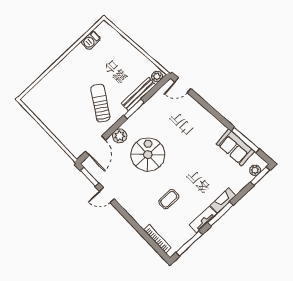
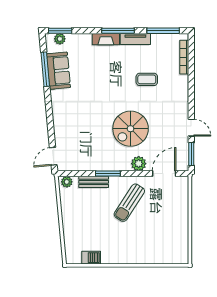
door: (183, 85) -> (53, 156), swing flipped
bench: (139, 94) -> (94, 182), width x0.73

